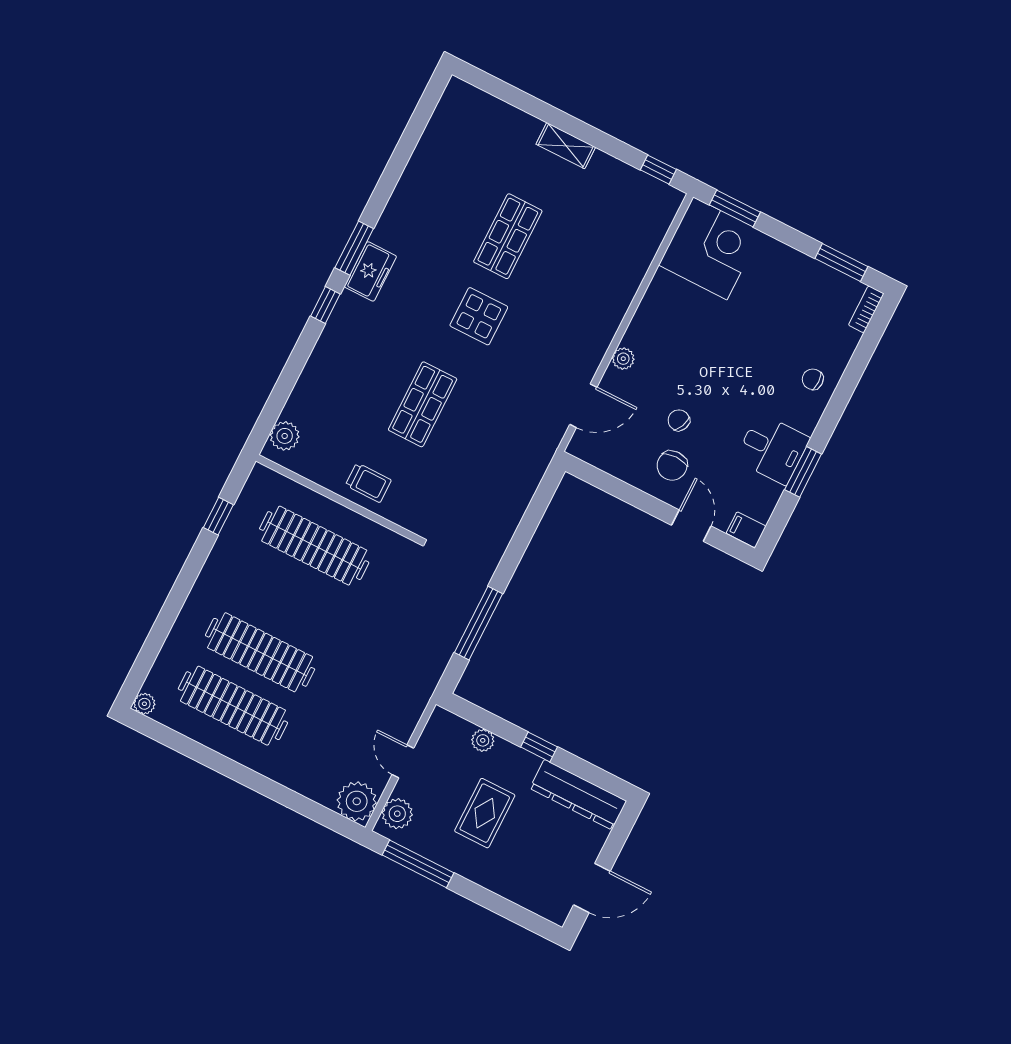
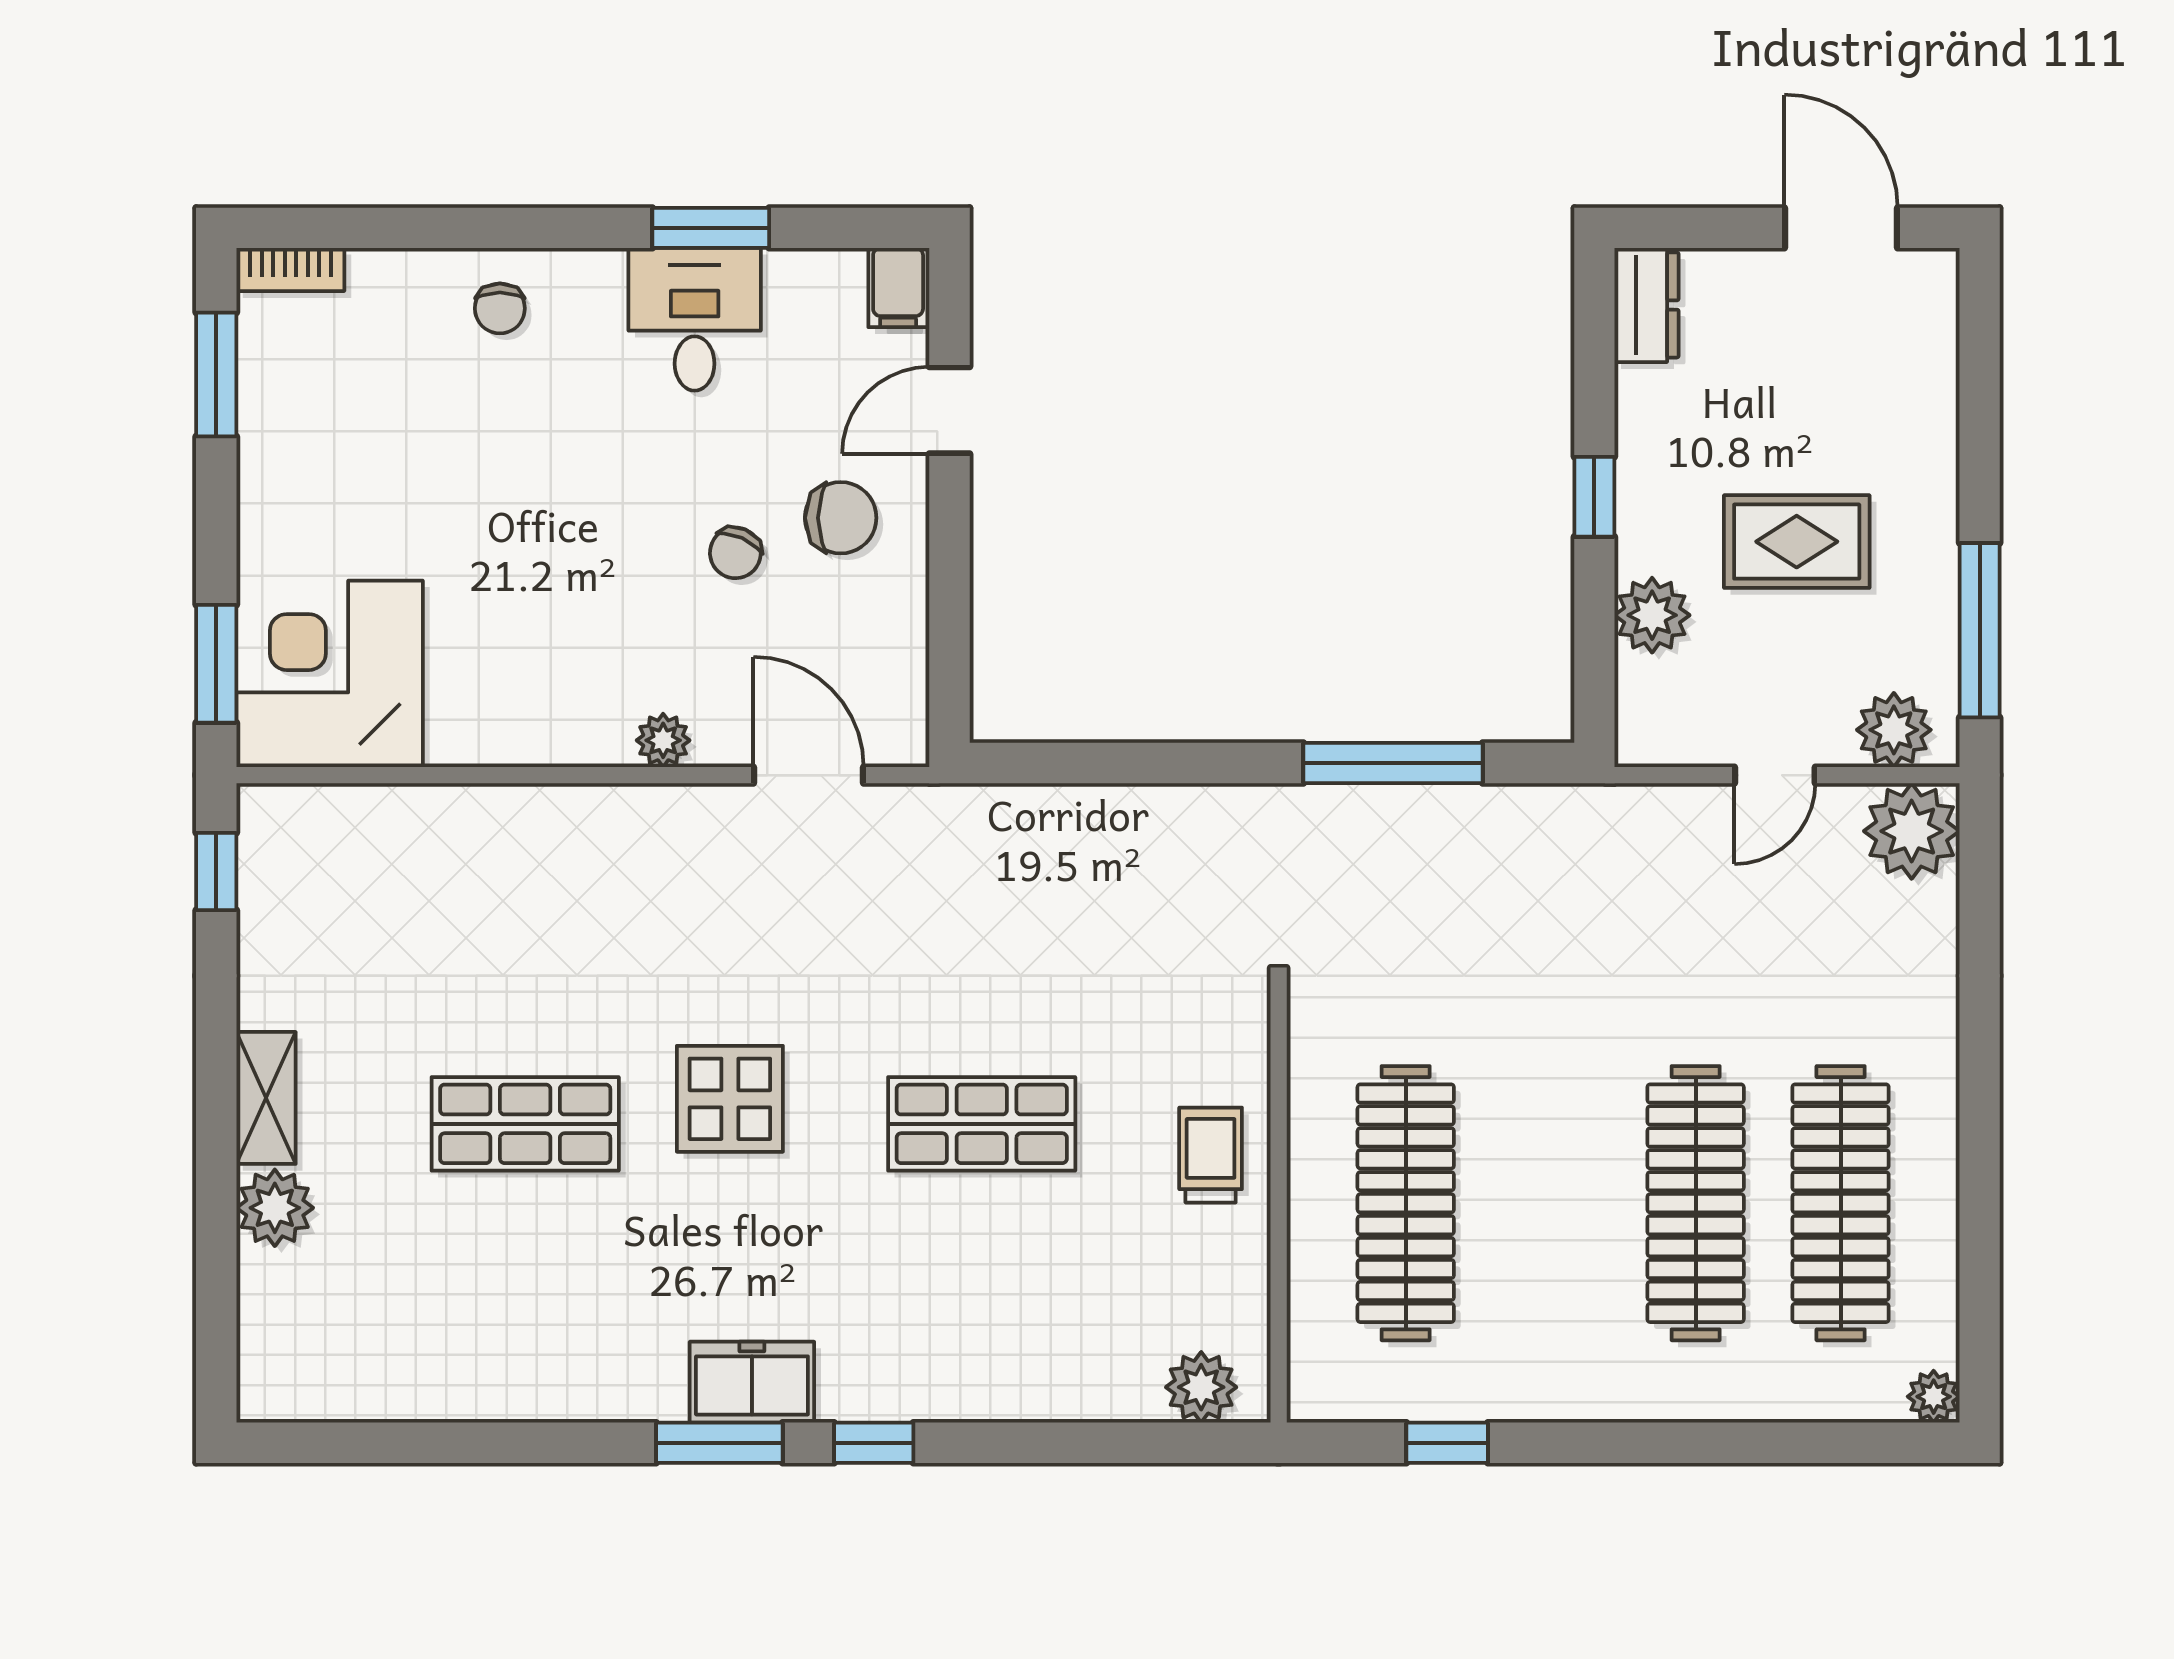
plant: (524, 128) -> (275, 1208), added
plant: (483, 740) -> (1652, 615), width x1.38, depth x1.38
dresser: (578, 795) -> (1647, 305), width x0.51, depth x0.80

